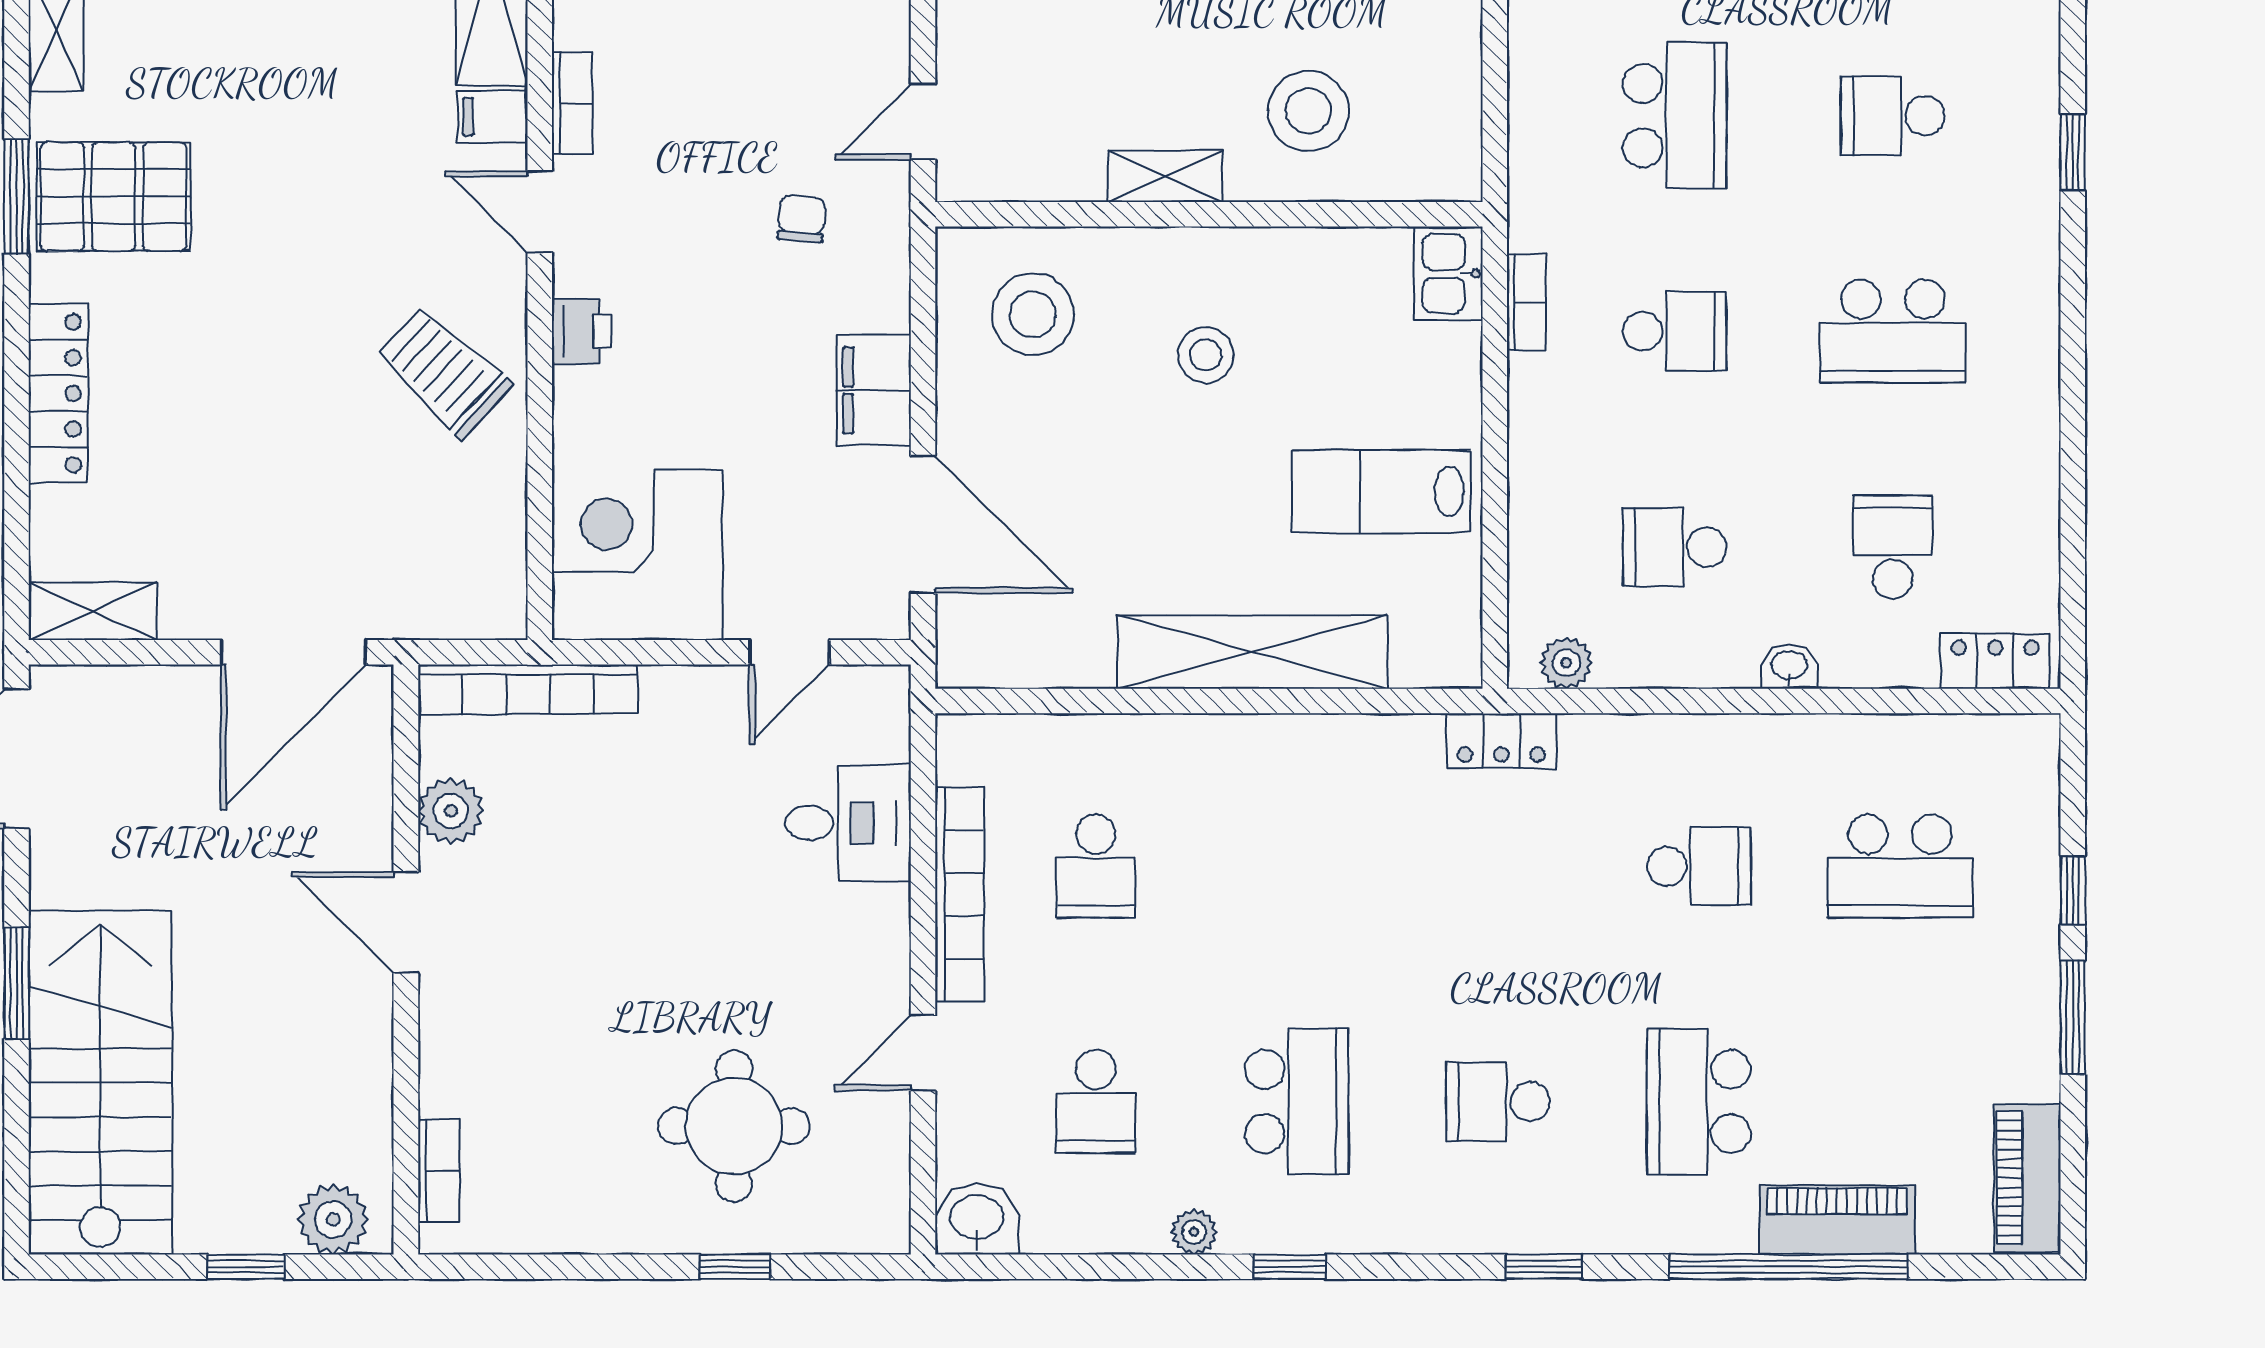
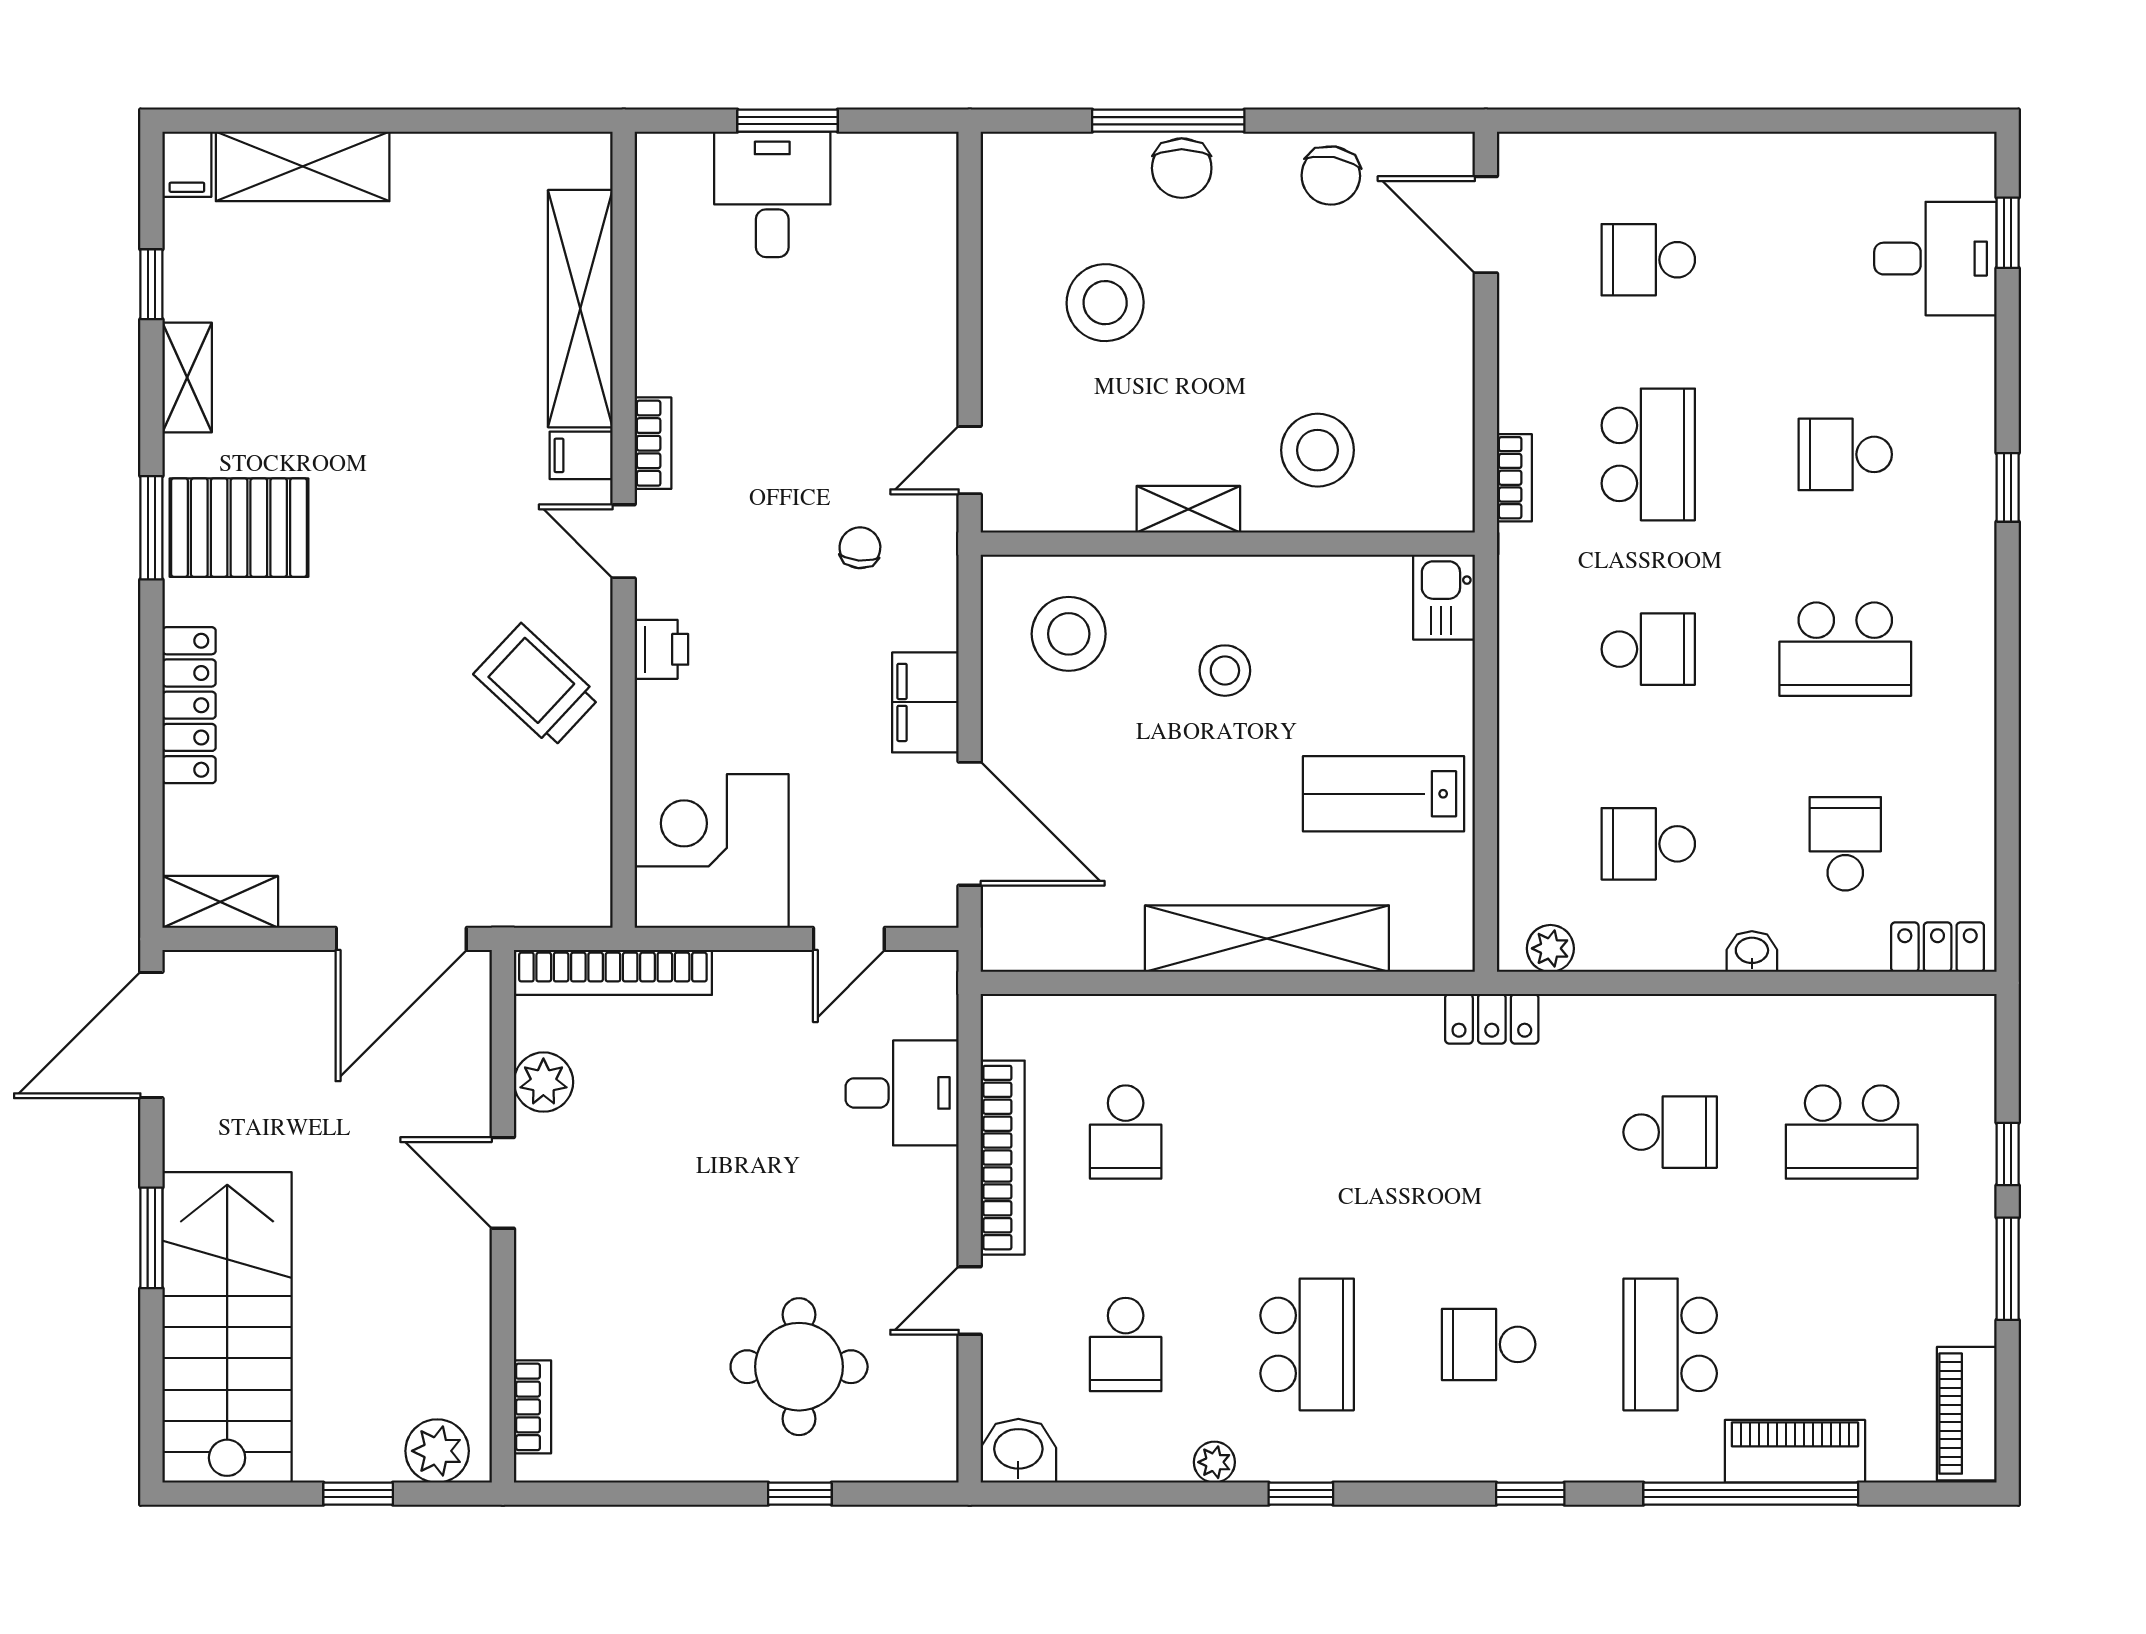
bookcase: (1526, 302) -> (1514, 478), moved

